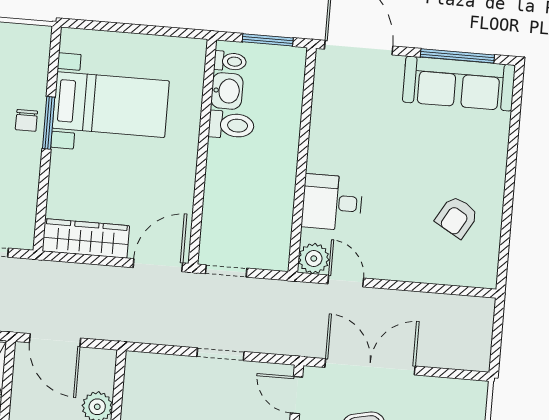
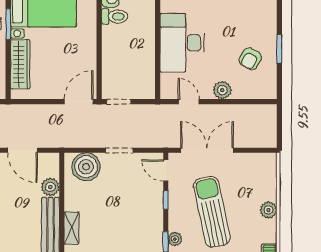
desk: (332, 202) -> (182, 43), width x1.87, depth x1.30
window: (508, 204) -> (279, 49), added
wardrobe: (86, 238) -> (20, 64), moved, turned 90
plant: (314, 259) -> (222, 90), moved
boiler: (161, 377) -> (86, 167), added

